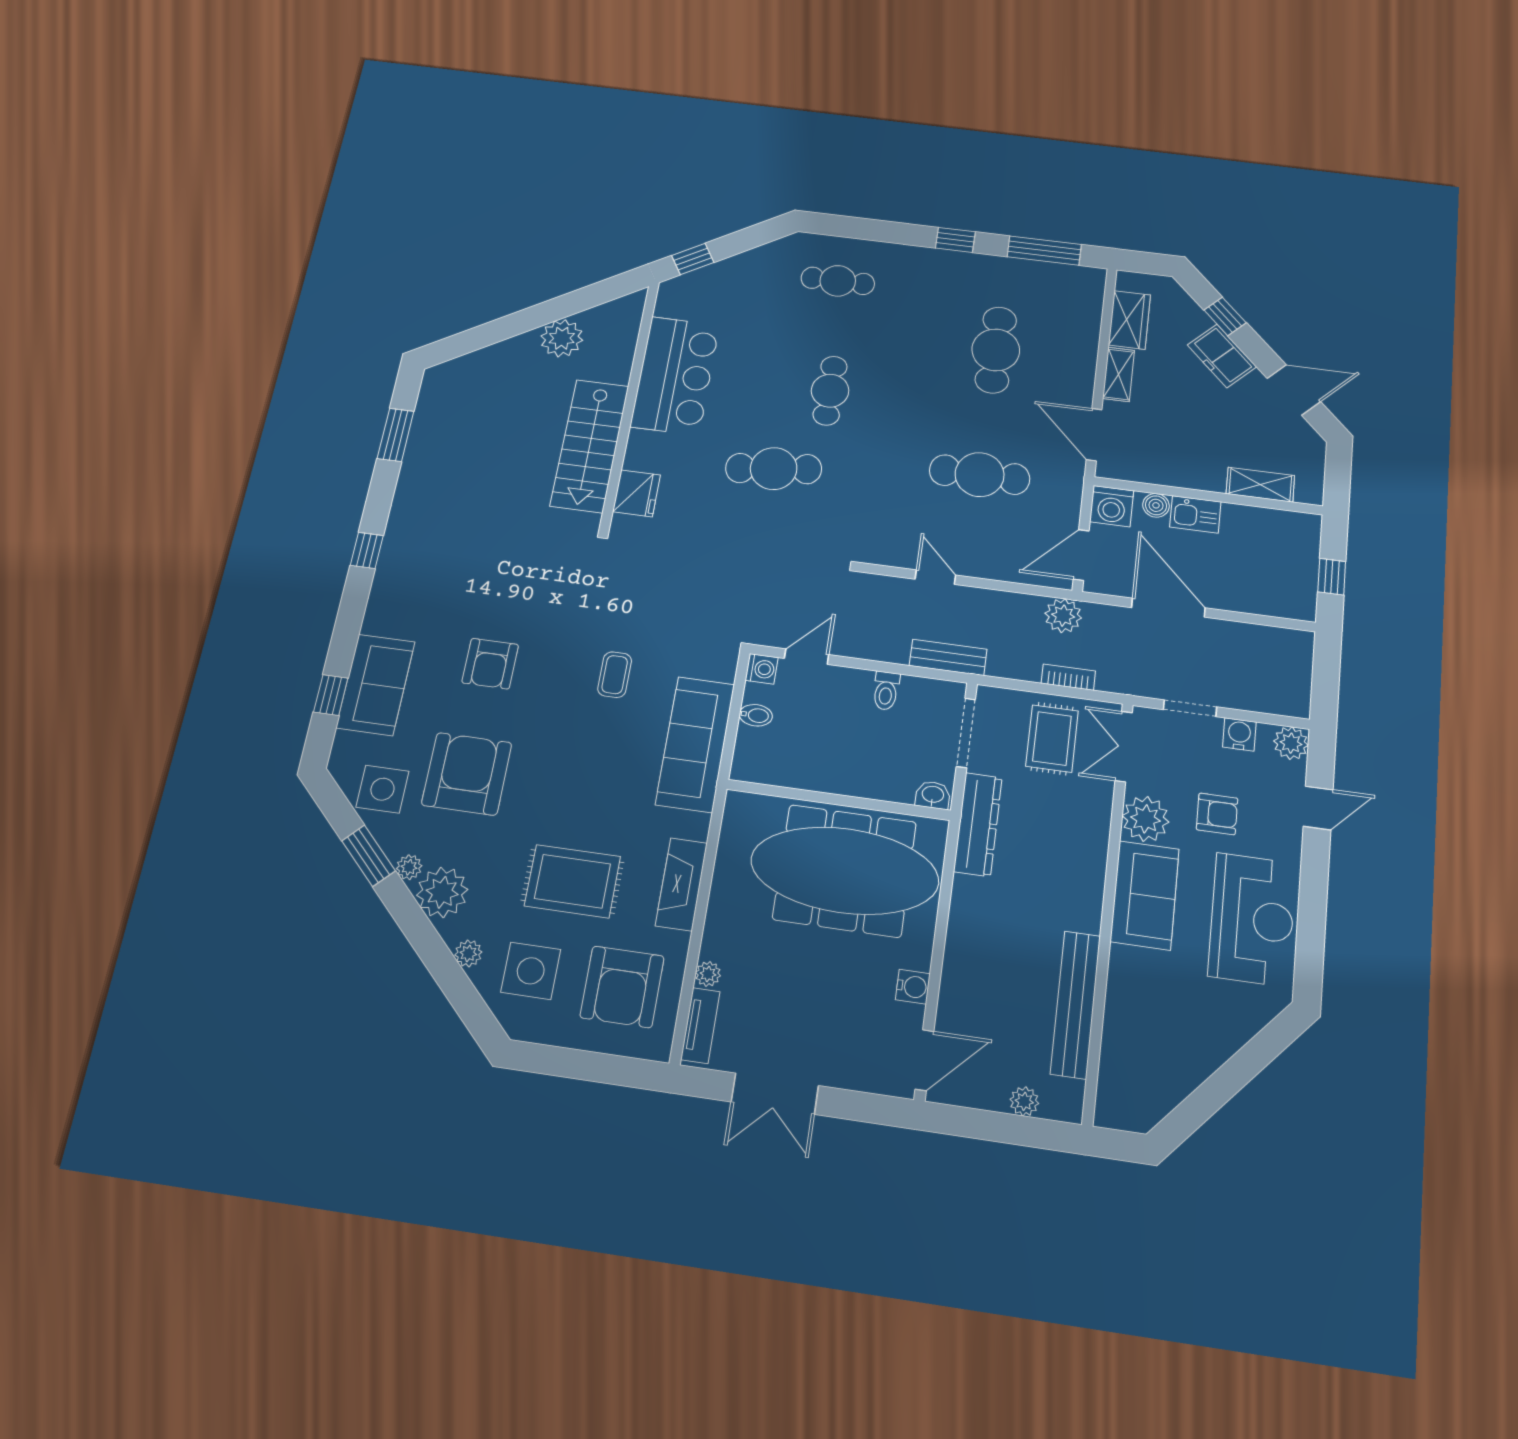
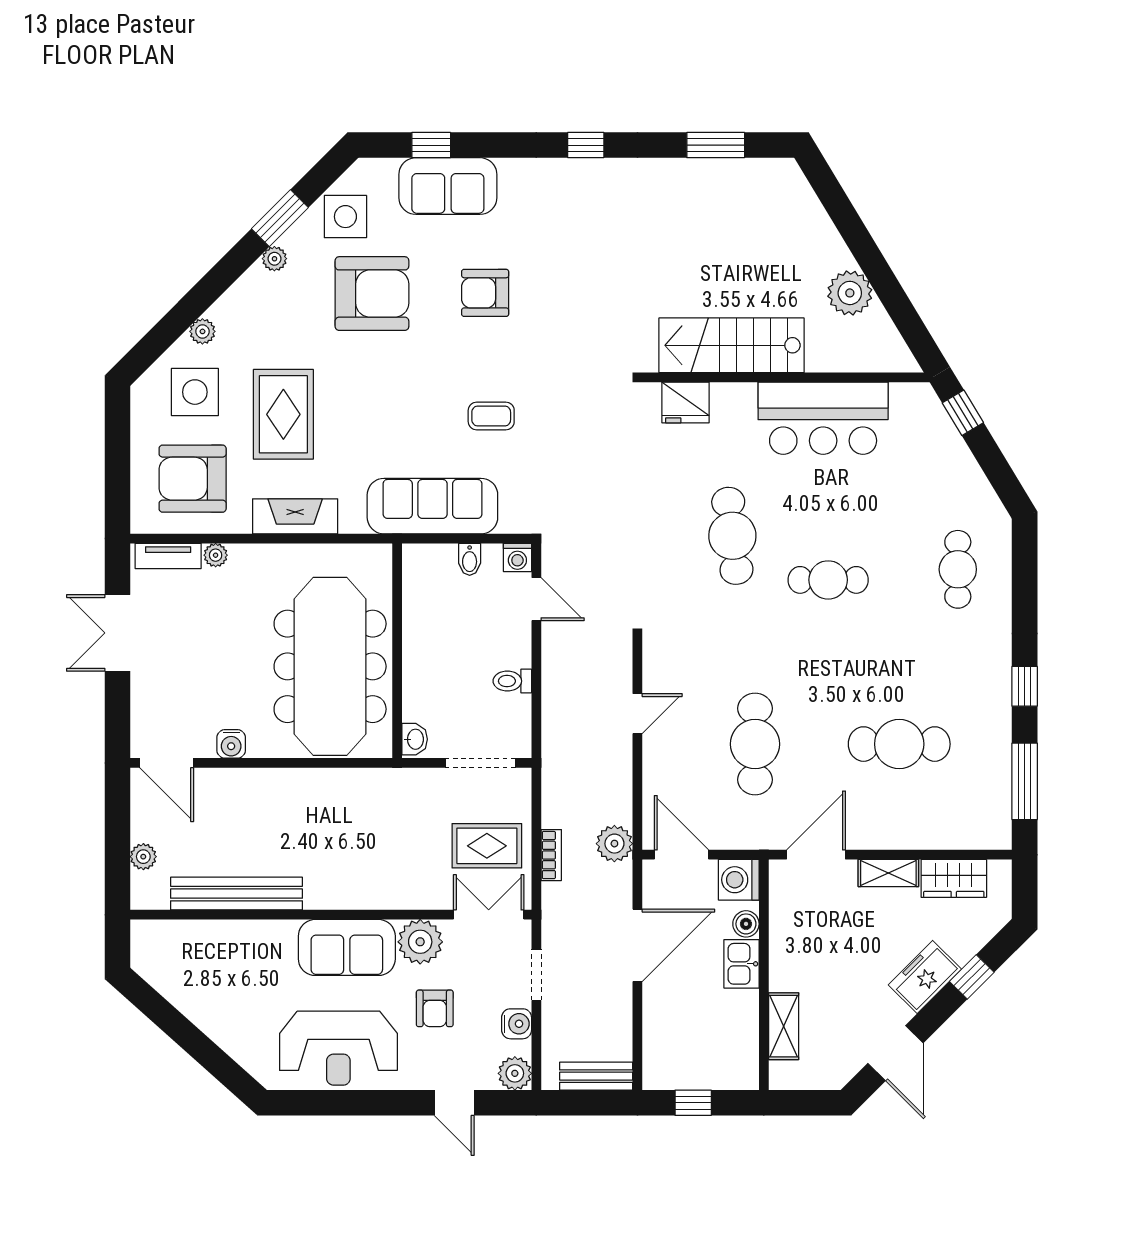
bench: (948, 657) -> (596, 1076), moved, turned 90
dresser: (978, 824) -> (392, 785), removed
plant: (442, 892) -> (255, 295), removed

